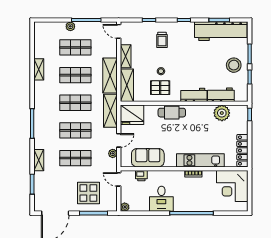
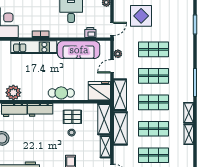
sofa: (148, 158) -> (79, 50), width x1.36
shelving: (39, 160) -> (189, 113), moved
door: (119, 179) -> (112, 29), hinge flipped

